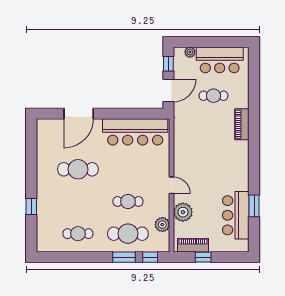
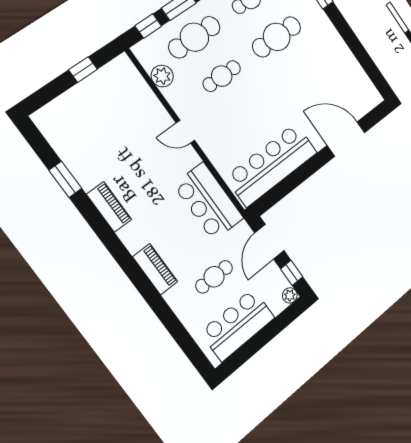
plant: (190, 52) -> (290, 295), moved
door: (79, 114) -> (346, 139), hinge flipped
cafe table: (78, 169) -> (277, 37), moved
plant: (183, 212) -> (148, 109), removed
bar counter: (236, 215) -> (208, 202), moved, turned 180
piano: (193, 245) -> (109, 207), moved, turned -90

